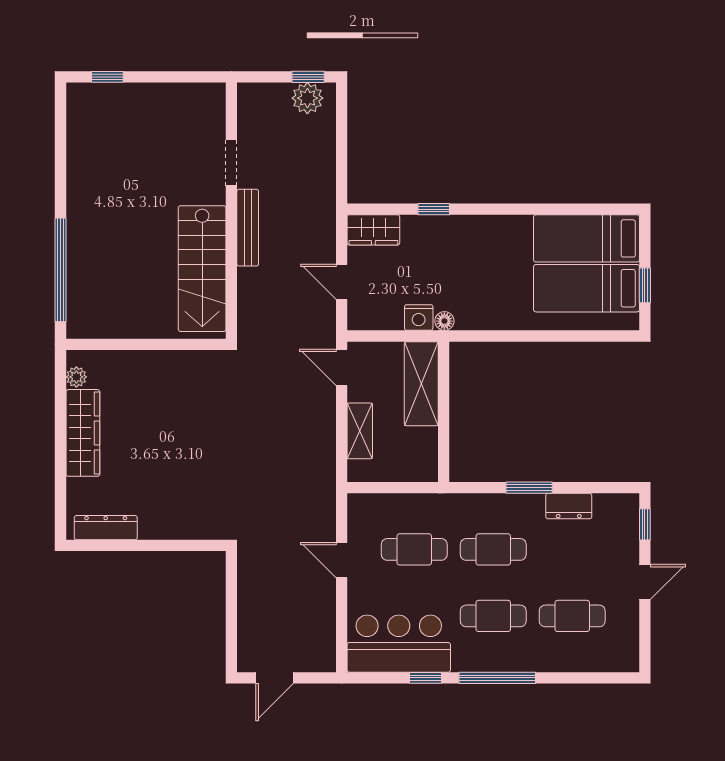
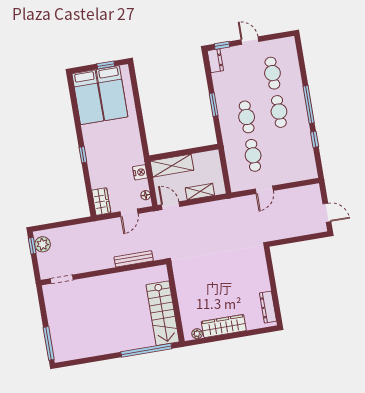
window: (107, 77) -> (49, 343), width x2.17
doorway: (231, 163) -> (62, 279), moved
window: (434, 209) -> (83, 155), moved
bench: (248, 228) -> (134, 259), moved
stairs: (202, 269) -> (163, 313), moved, turned 90
floor lamp: (444, 321) -> (146, 195), moved
door: (342, 367) -> (171, 206), swing flipped
dresser: (569, 506) -> (215, 61), moved
bar counter: (399, 644) -> (300, 155), removed

